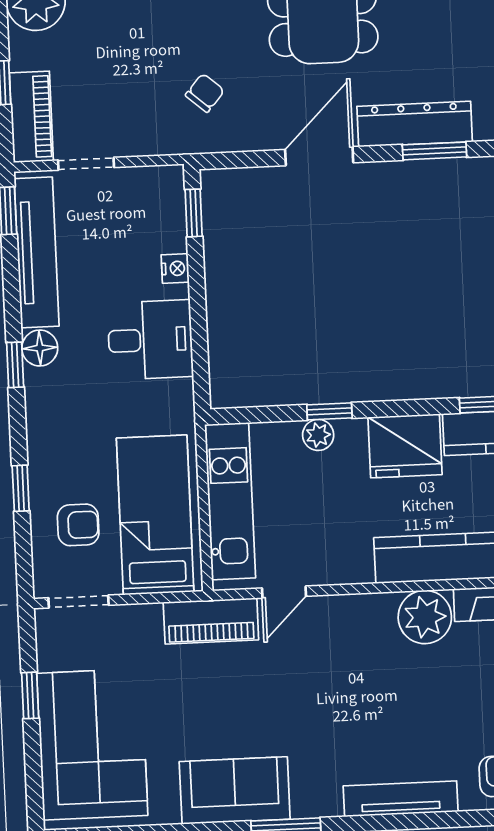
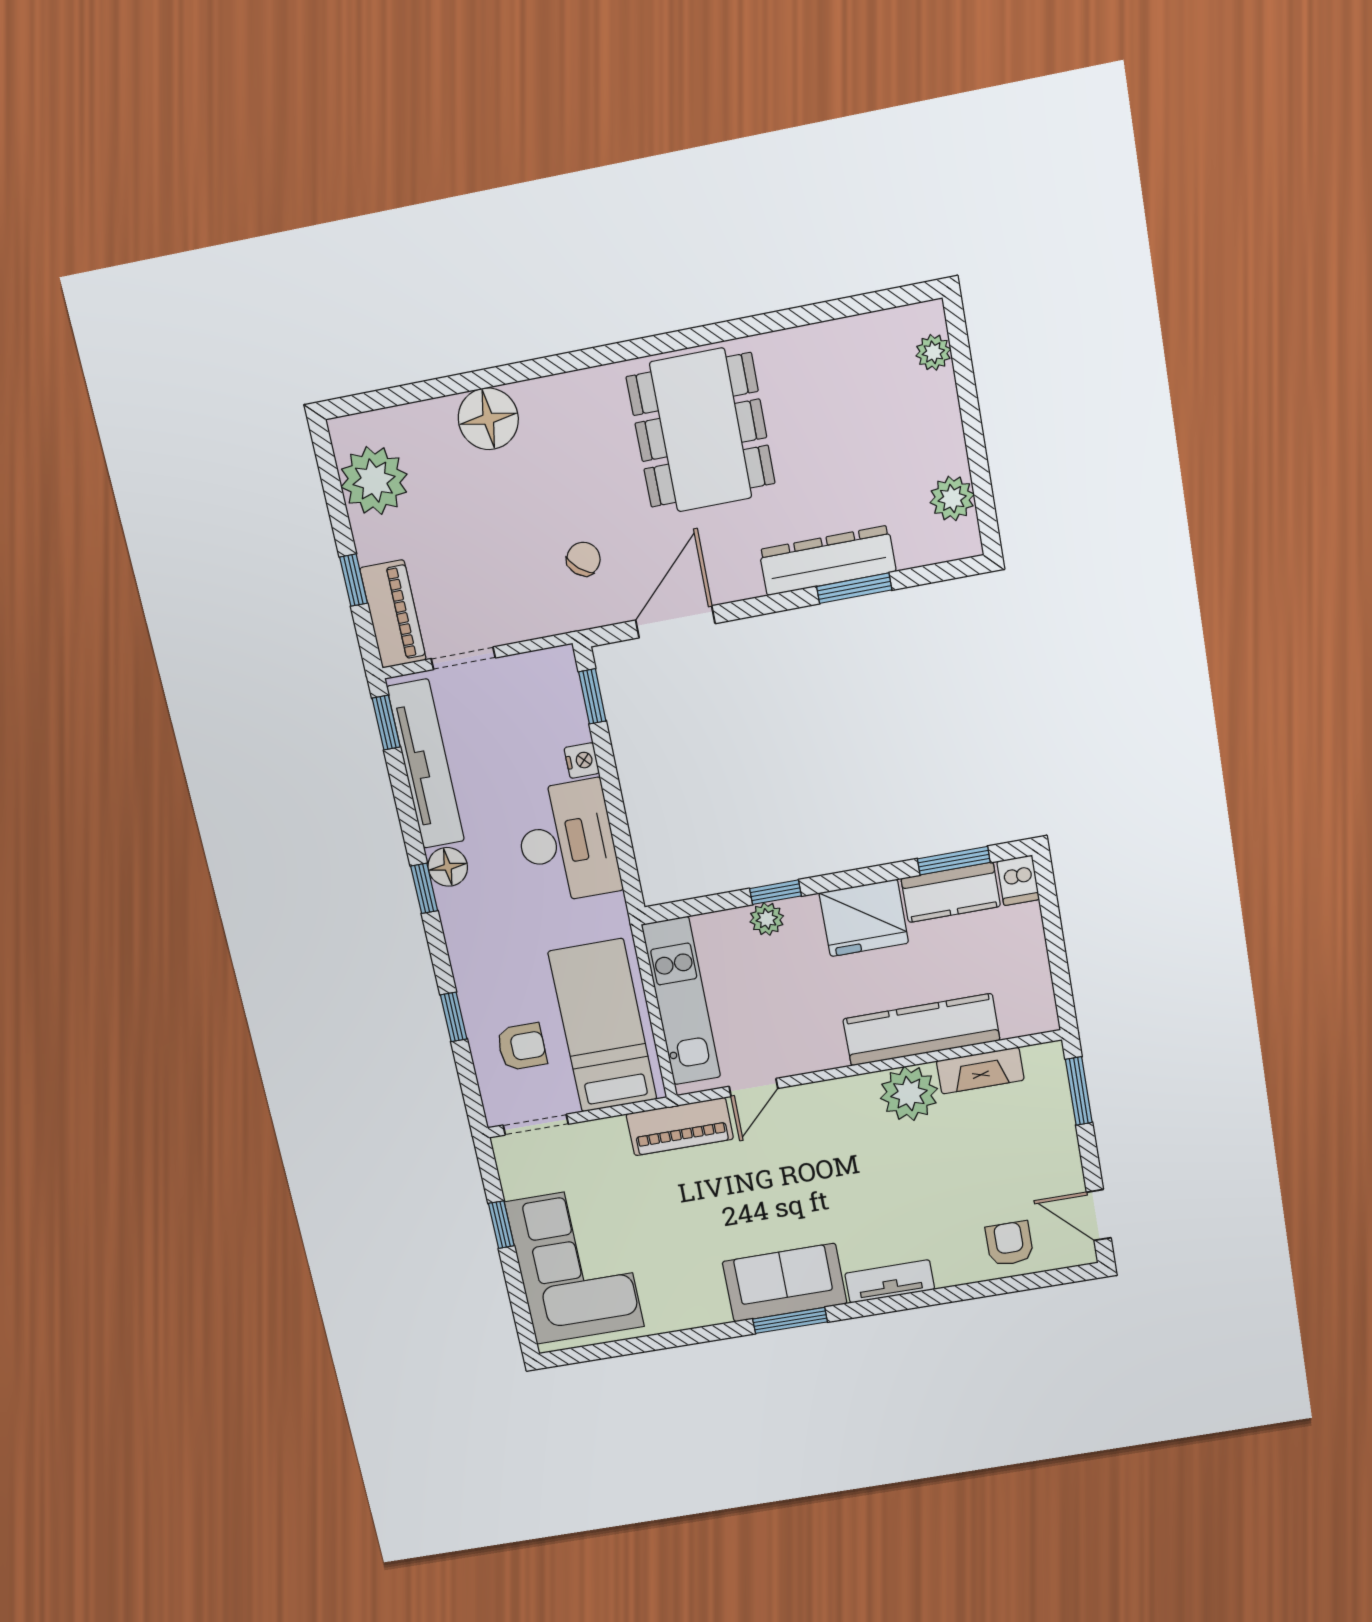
door: (319, 156) -> (675, 622), moved
desk: (150, 340) -> (567, 842), width x1.37
sofa: (235, 790) -> (785, 1283), moved
tv unit: (401, 799) -> (890, 1281), width x0.71

